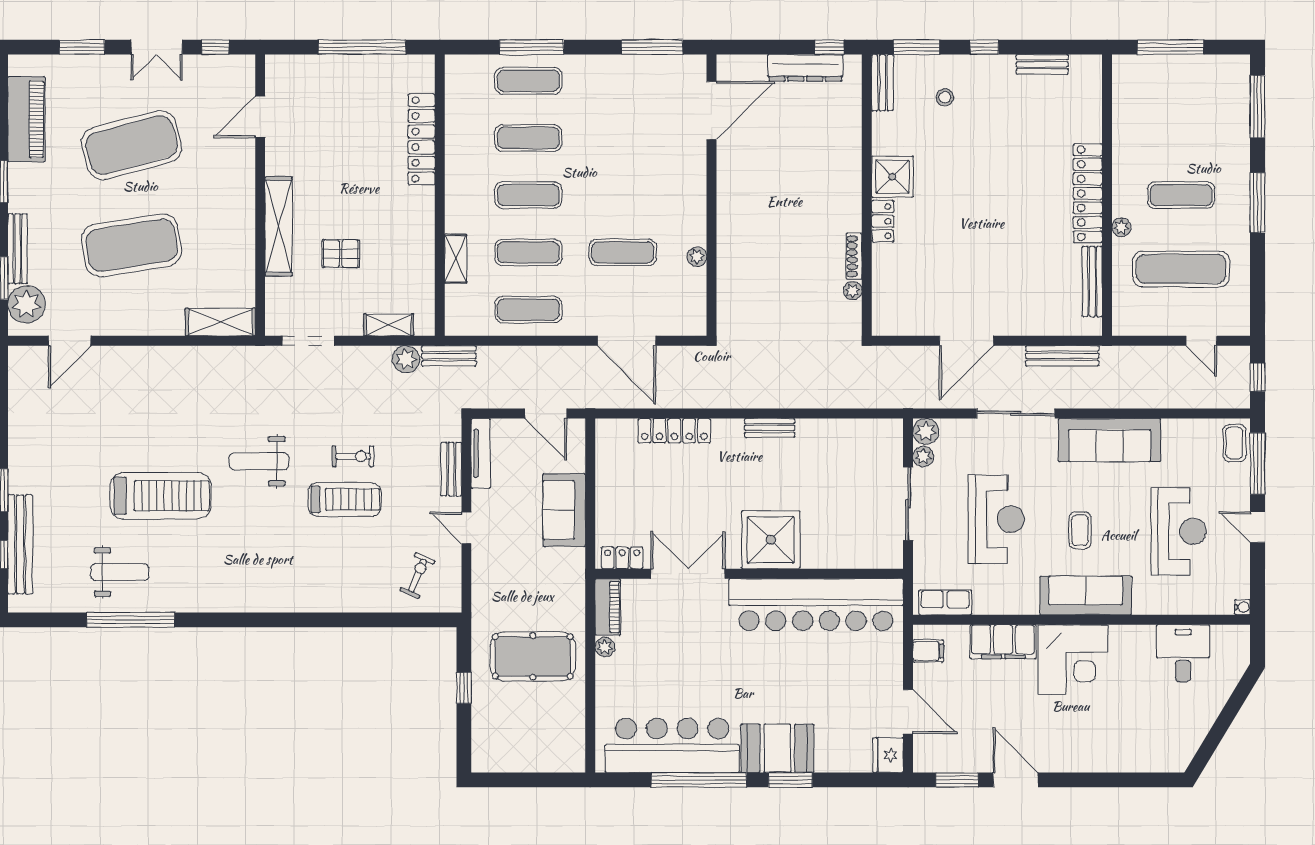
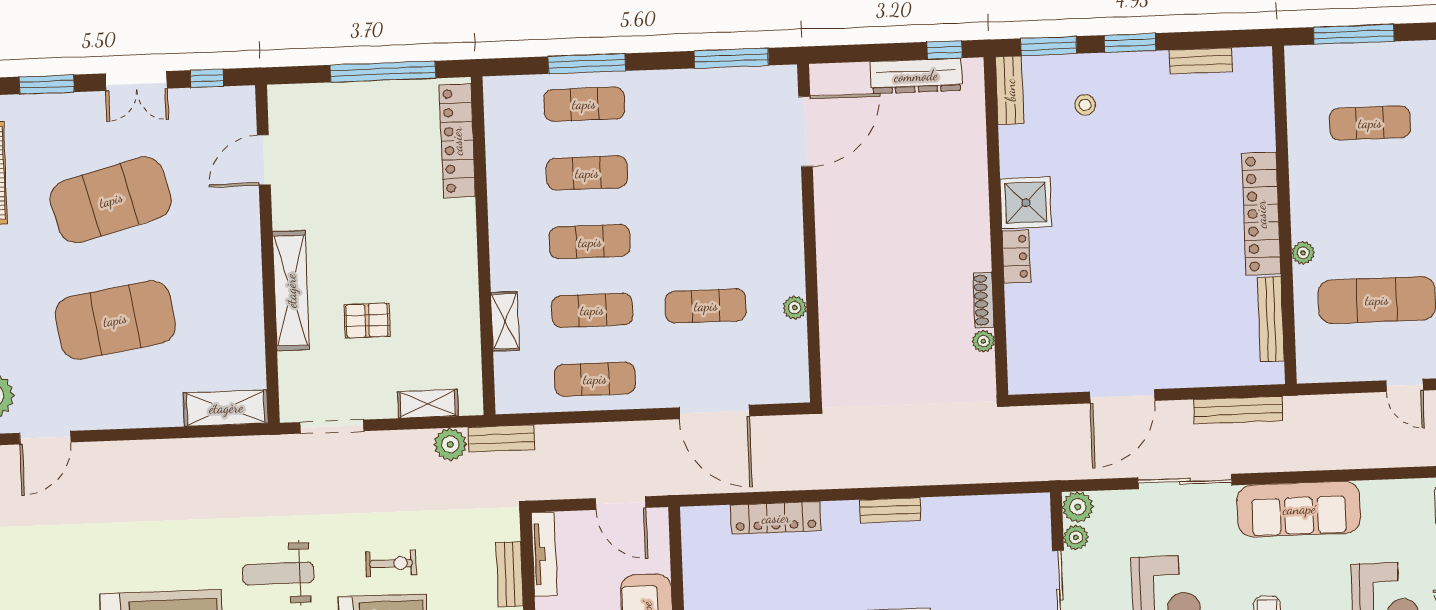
window: (984, 47) -> (1130, 43), width x1.50
locker: (422, 139) -> (457, 141), moved
exercise mat: (1181, 195) -> (1370, 123), moved

